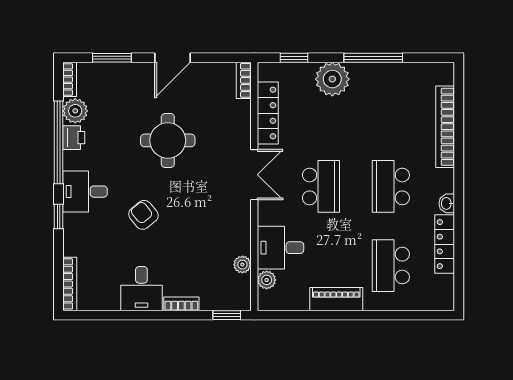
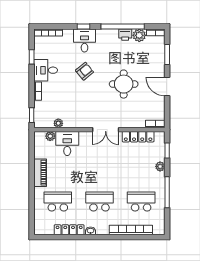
plant: (332, 79) -> (160, 166), width x0.53, depth x0.53
school desk: (321, 186) -> (141, 201), moved, turned 180
desk: (85, 192) -> (84, 40), moved
window: (116, 315) -> (32, 57), added

